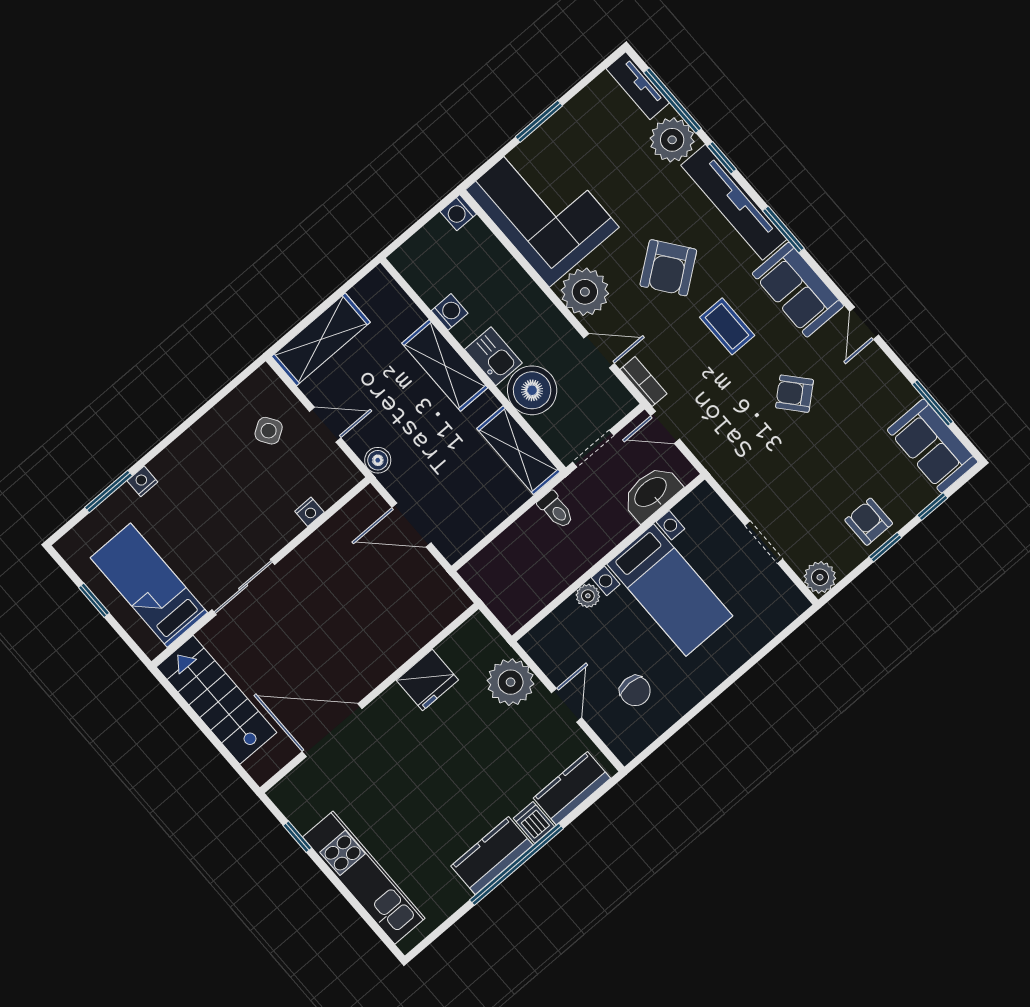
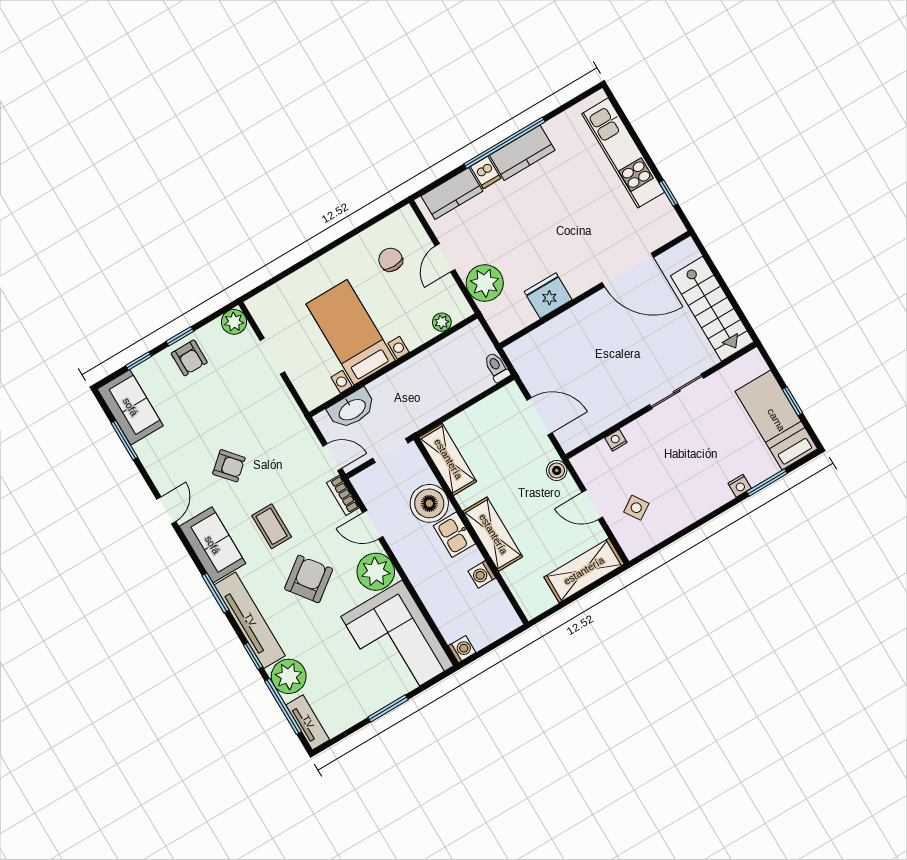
toilet: (556, 510) -> (497, 367), moved
bed: (149, 585) -> (776, 420), moved, turned 180
plant: (588, 596) -> (442, 322), moved

